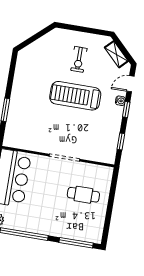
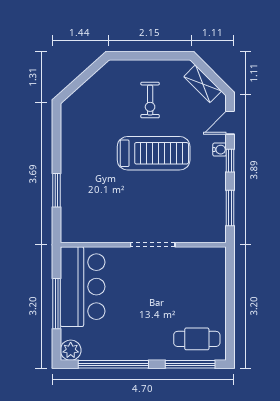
treadmill: (75, 96) -> (154, 153), turned 180
window: (121, 142) -> (230, 208), width x1.50
cafe table: (83, 195) -> (197, 339), moved

